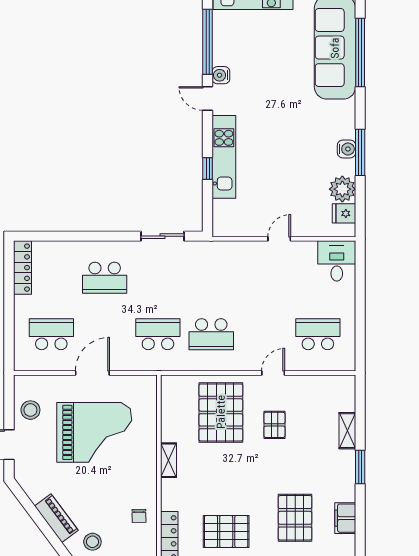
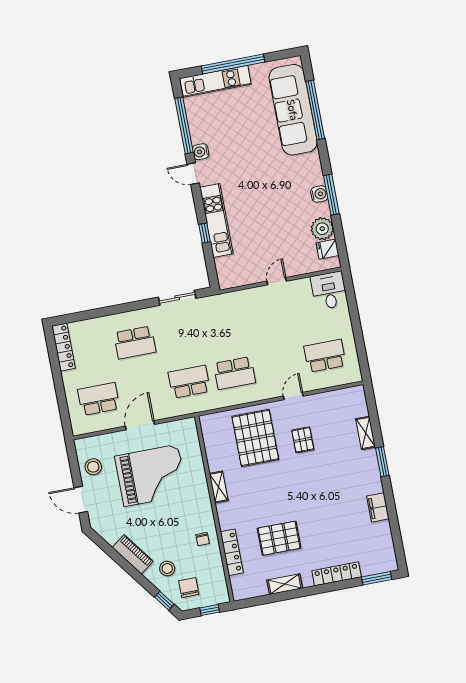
pallet: (295, 518) -> (335, 515), removed

